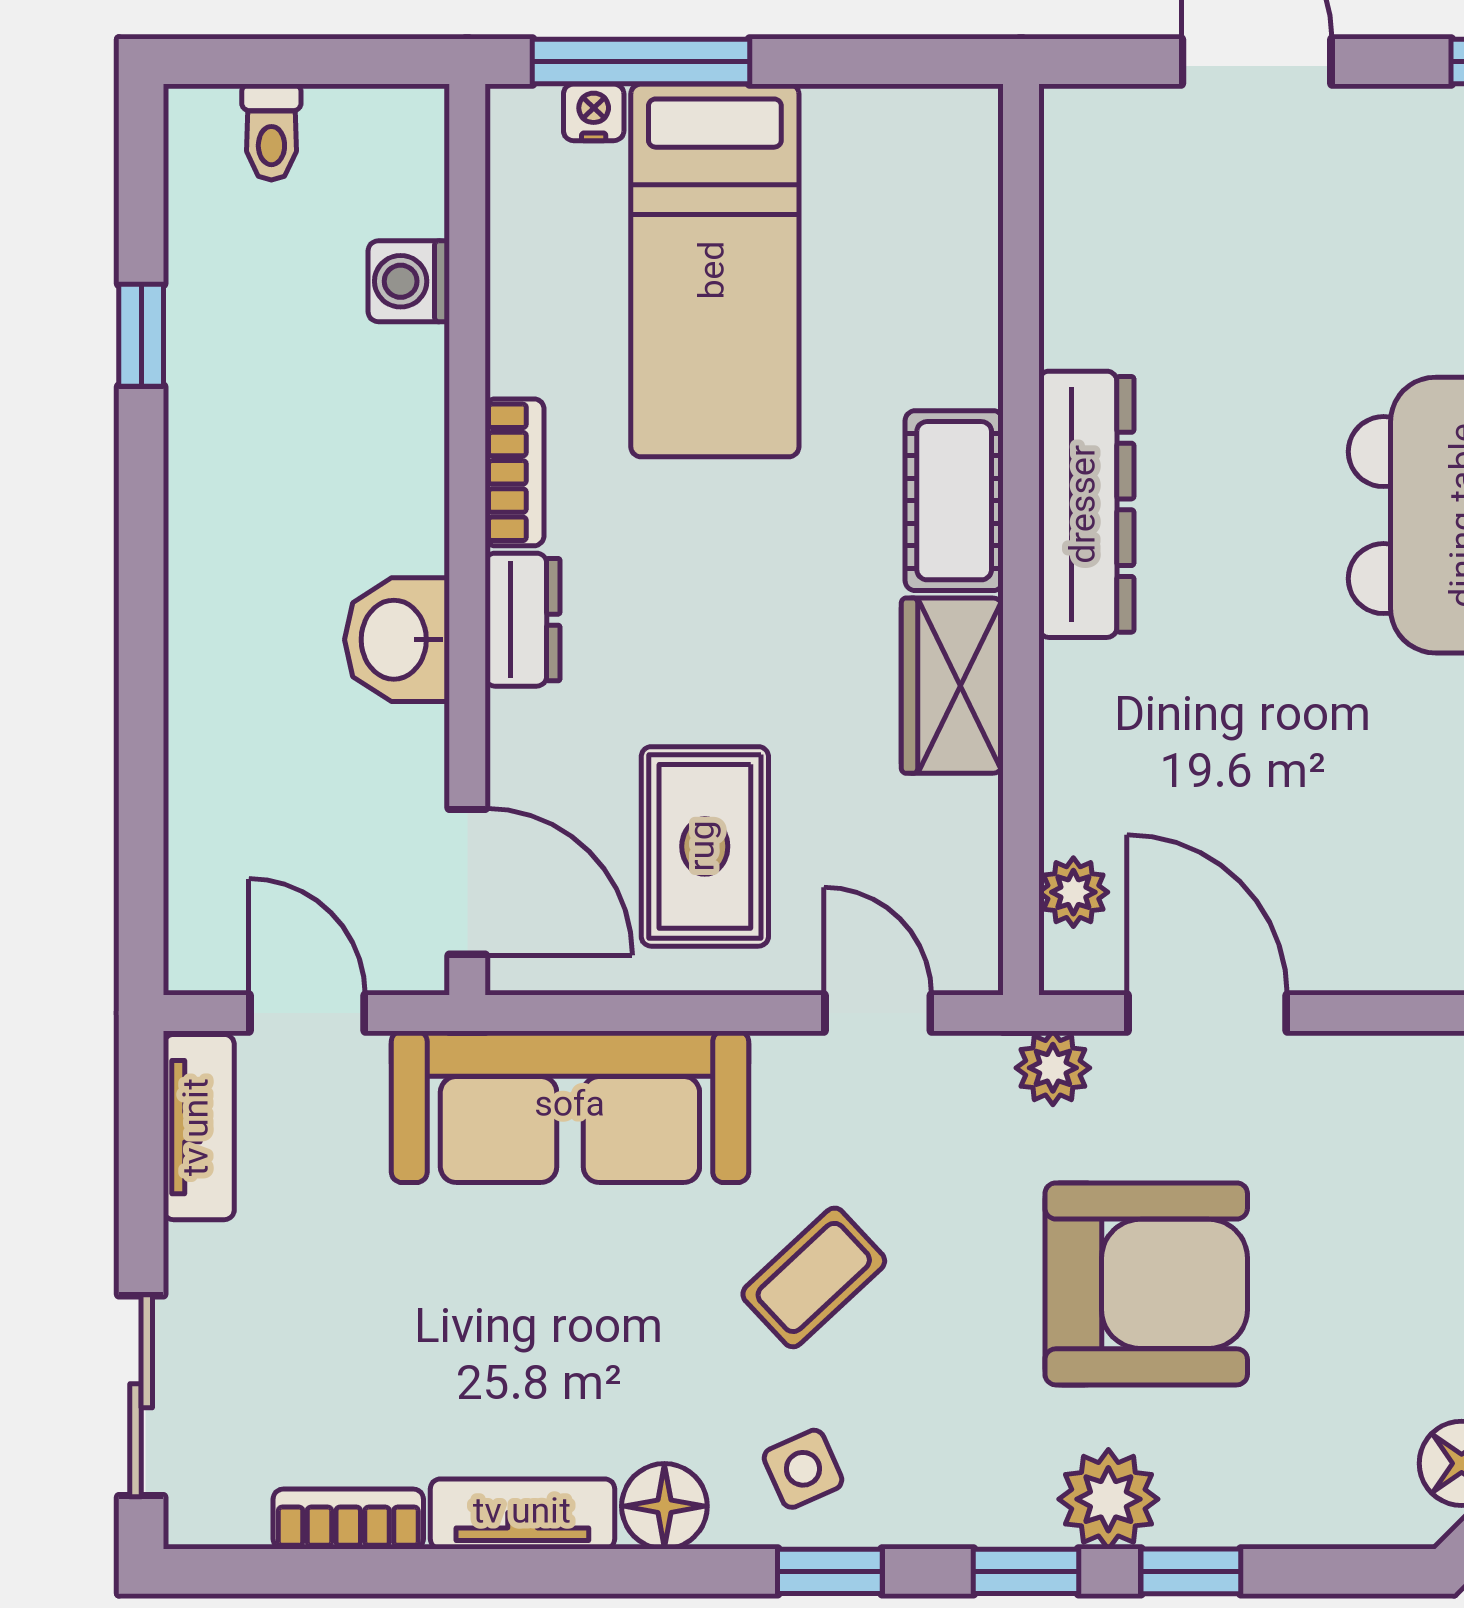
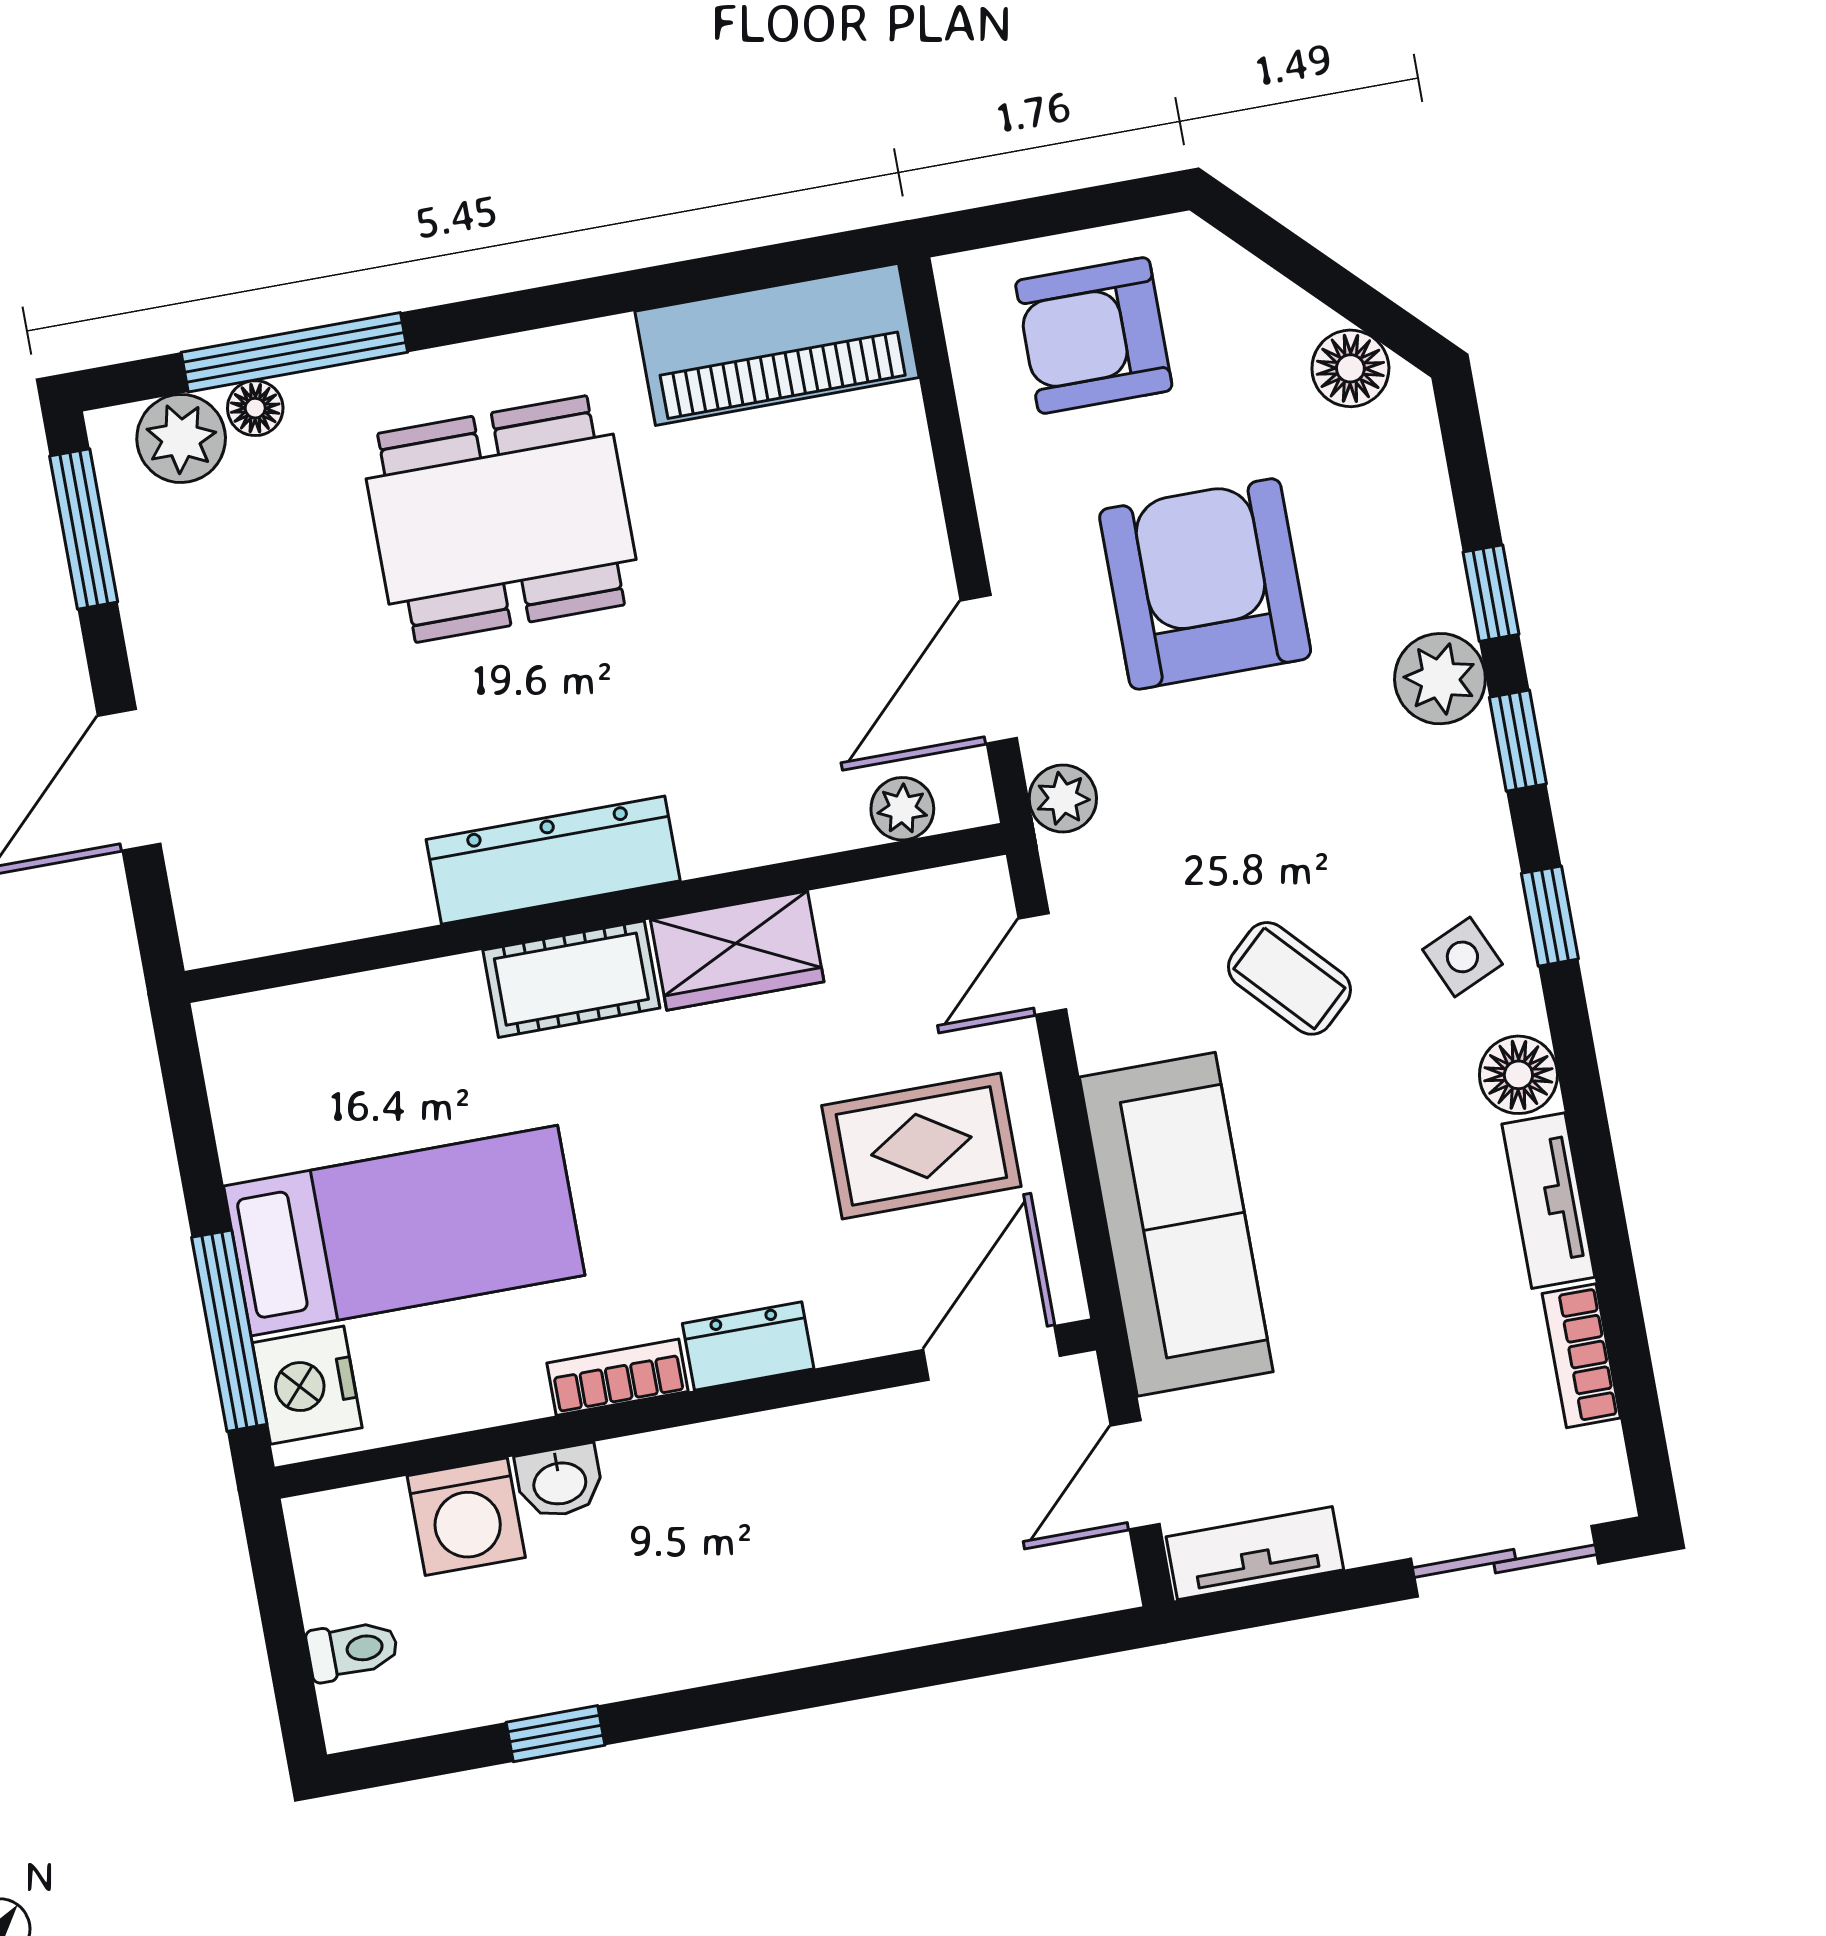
nightstand: (594, 112) -> (307, 1385), width x1.89, depth x1.79
washing machine: (409, 281) -> (466, 1517), width x1.38, depth x1.38
washbasin: (397, 640) -> (559, 1481), moved, width x0.72, depth x0.69
armchair: (1146, 1284) -> (1205, 584), moved

